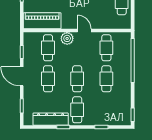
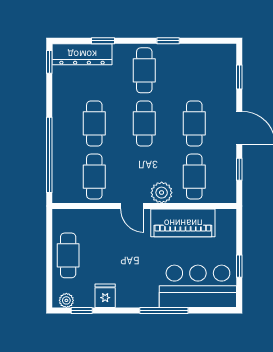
piano: (42, 21) -> (183, 223), moved
dresser: (51, 119) -> (82, 54), moved

